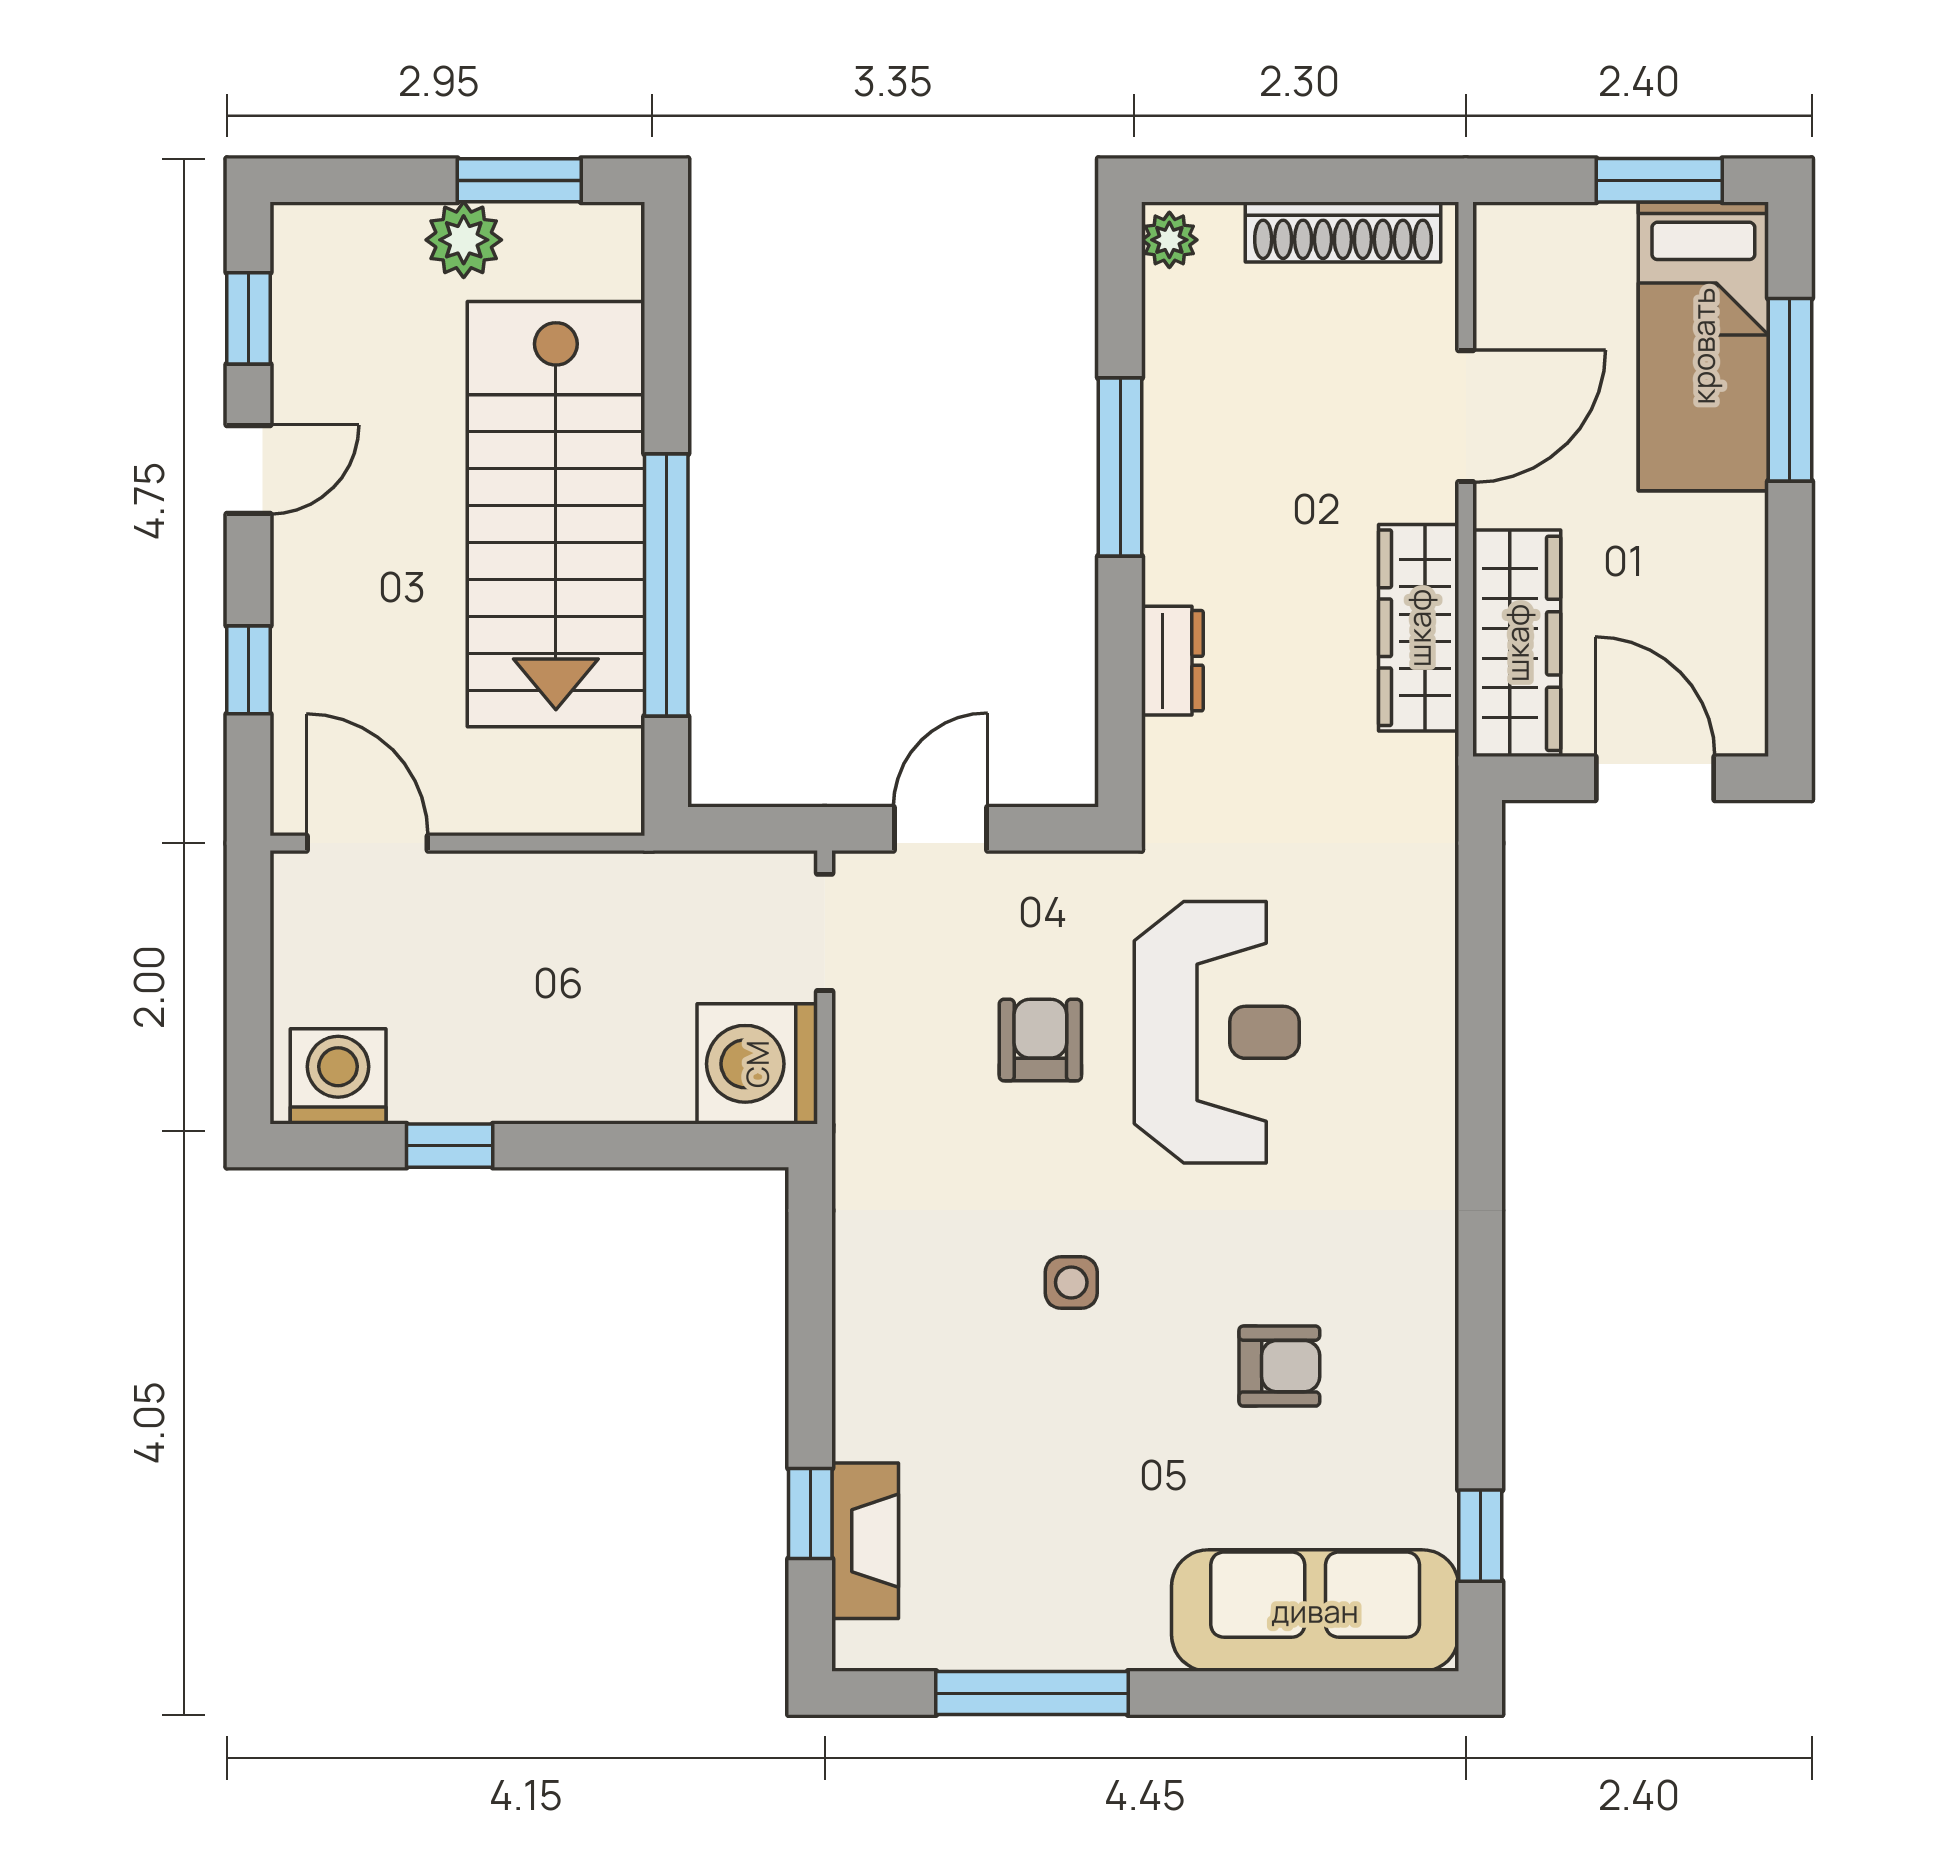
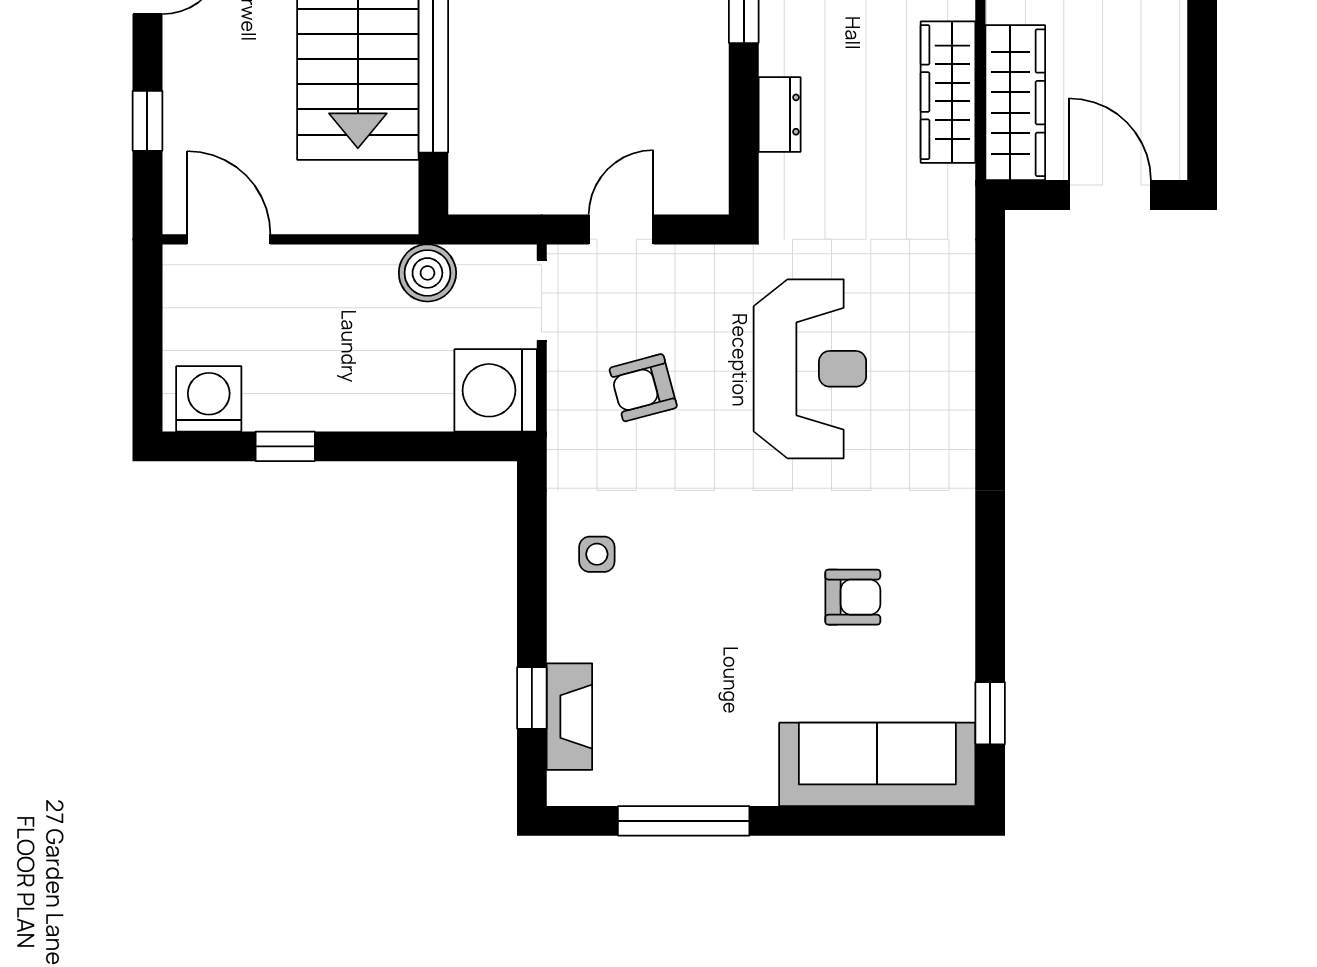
boiler: (658, 892) -> (427, 273), added
armchair: (1040, 1040) -> (643, 388), moved, turned -105
side table: (1071, 1282) -> (597, 554), moved

